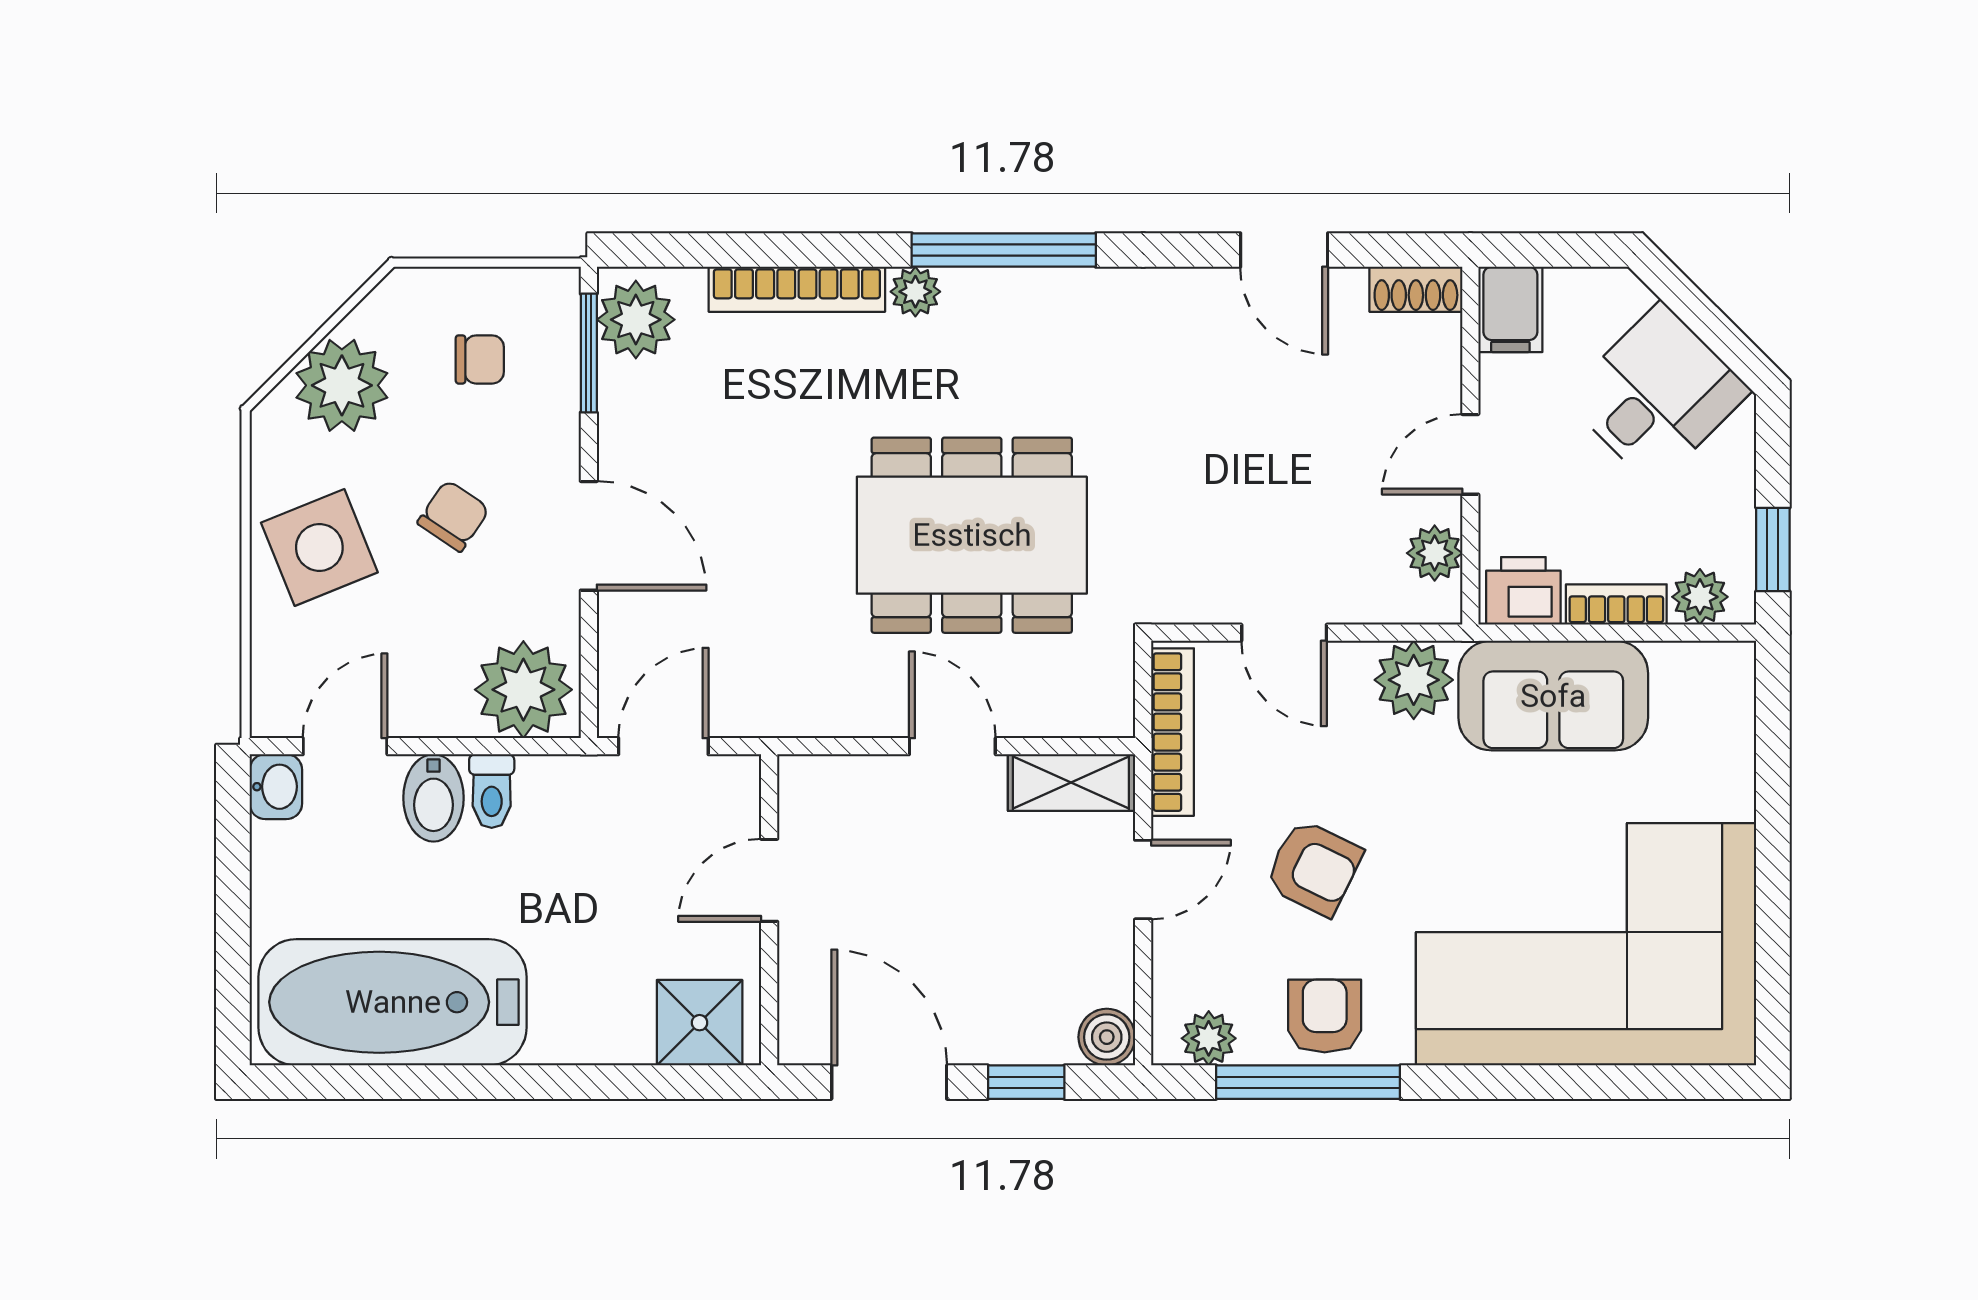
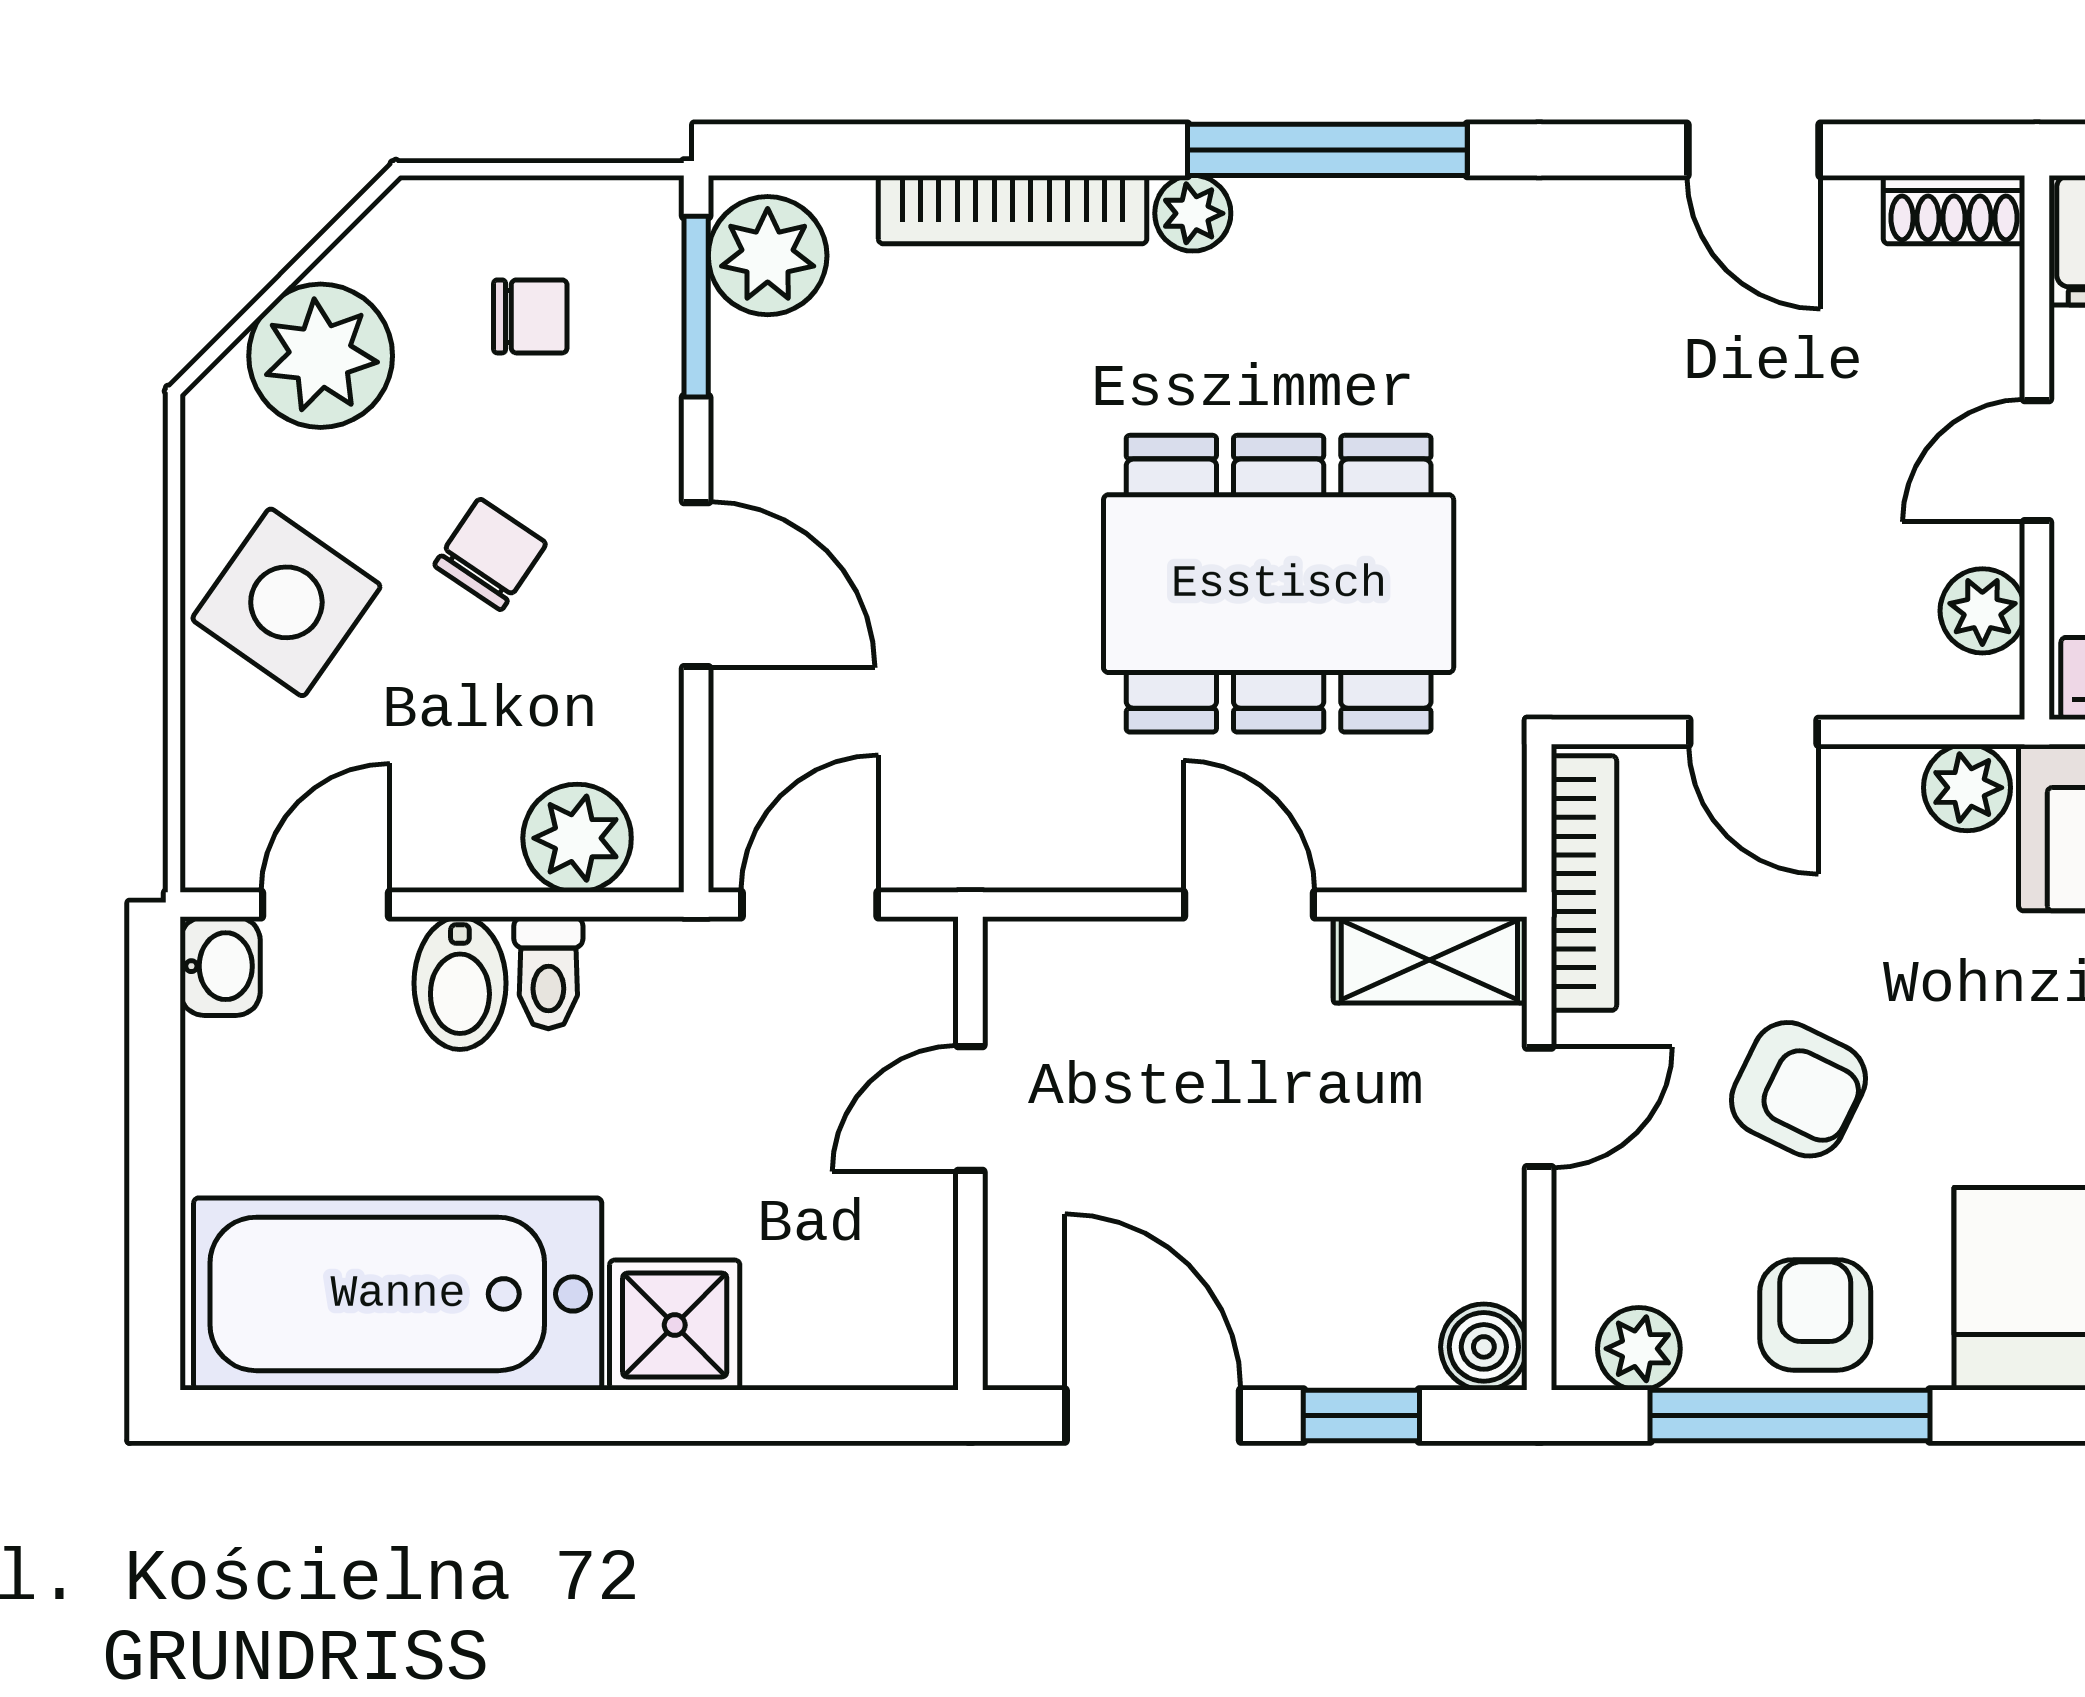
side table: (319, 548) -> (286, 602), turned -33
plant: (1414, 680) -> (1967, 788), width x0.73, depth x0.73
plant: (523, 690) -> (577, 838), width x0.73, depth x0.73
shower: (700, 1023) -> (675, 1325), moved

